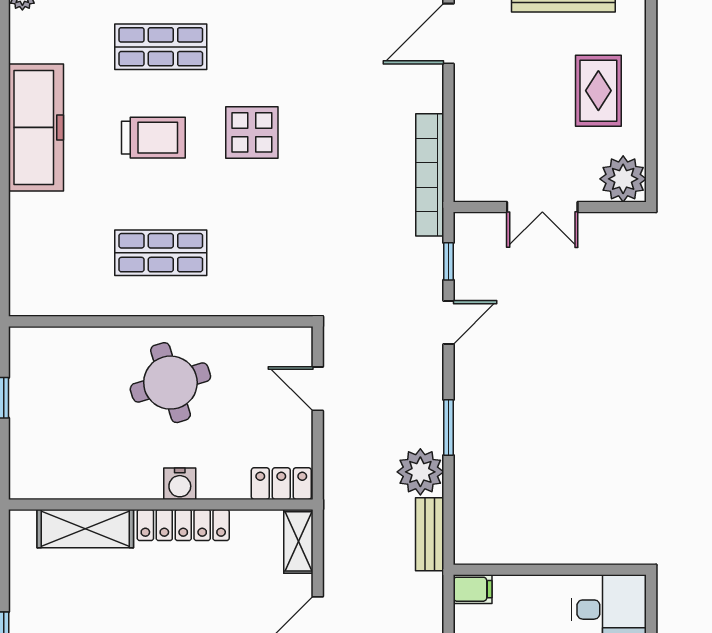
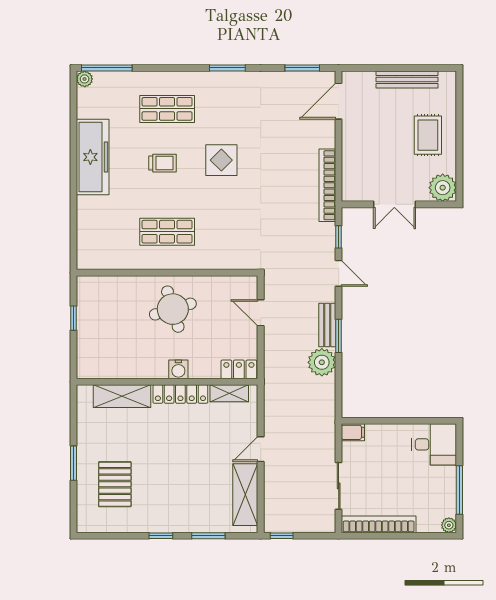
trolley: (153, 138) -> (163, 163), width x0.73, depth x0.72
door: (448, 322) -> (339, 273), hinge flipped
bench: (430, 534) -> (327, 325), moved
shelving: (298, 541) -> (229, 393), moved, turned 90

